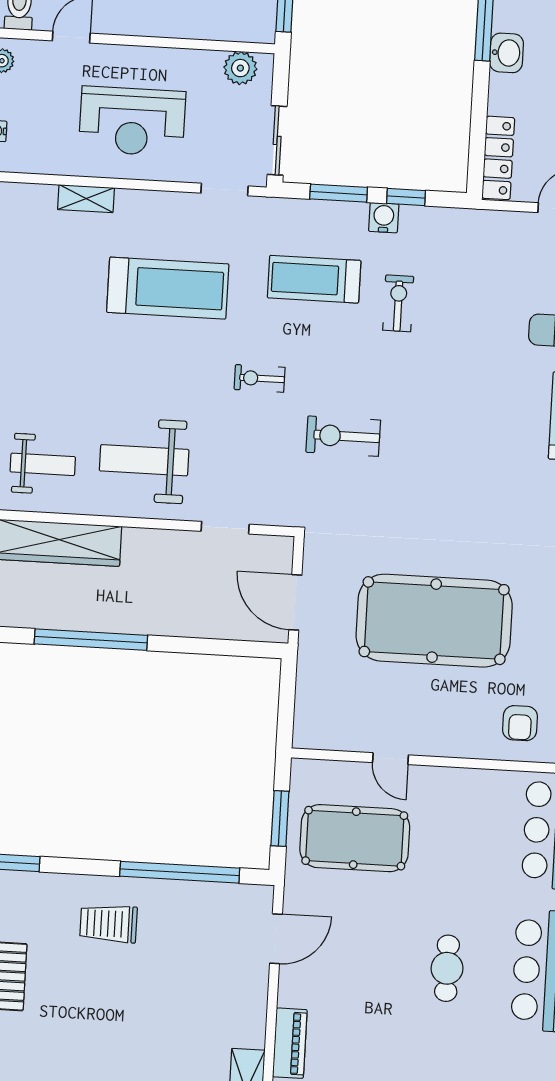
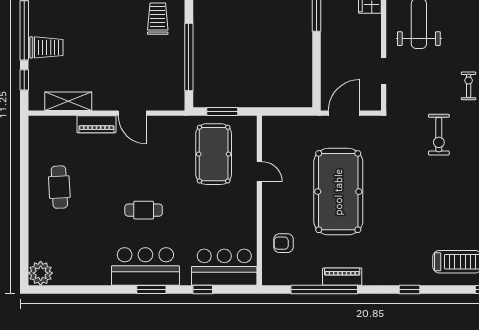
exercise bike: (343, 436) -> (439, 135), turned 180
door: (391, 759) -> (259, 172), swing flipped
door: (276, 939) -> (132, 113), moved

